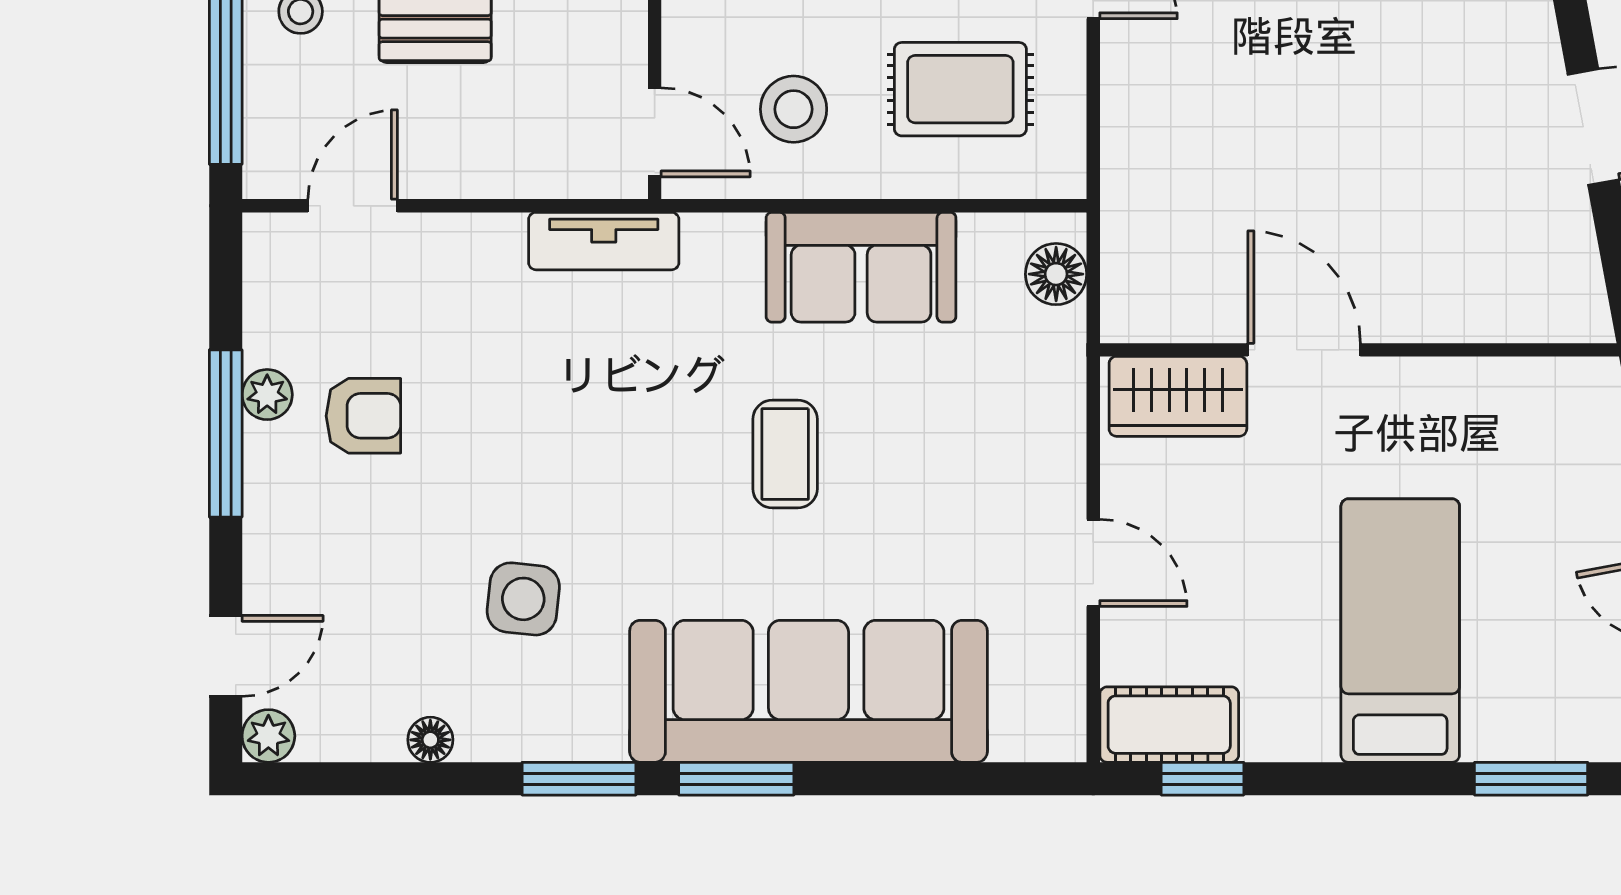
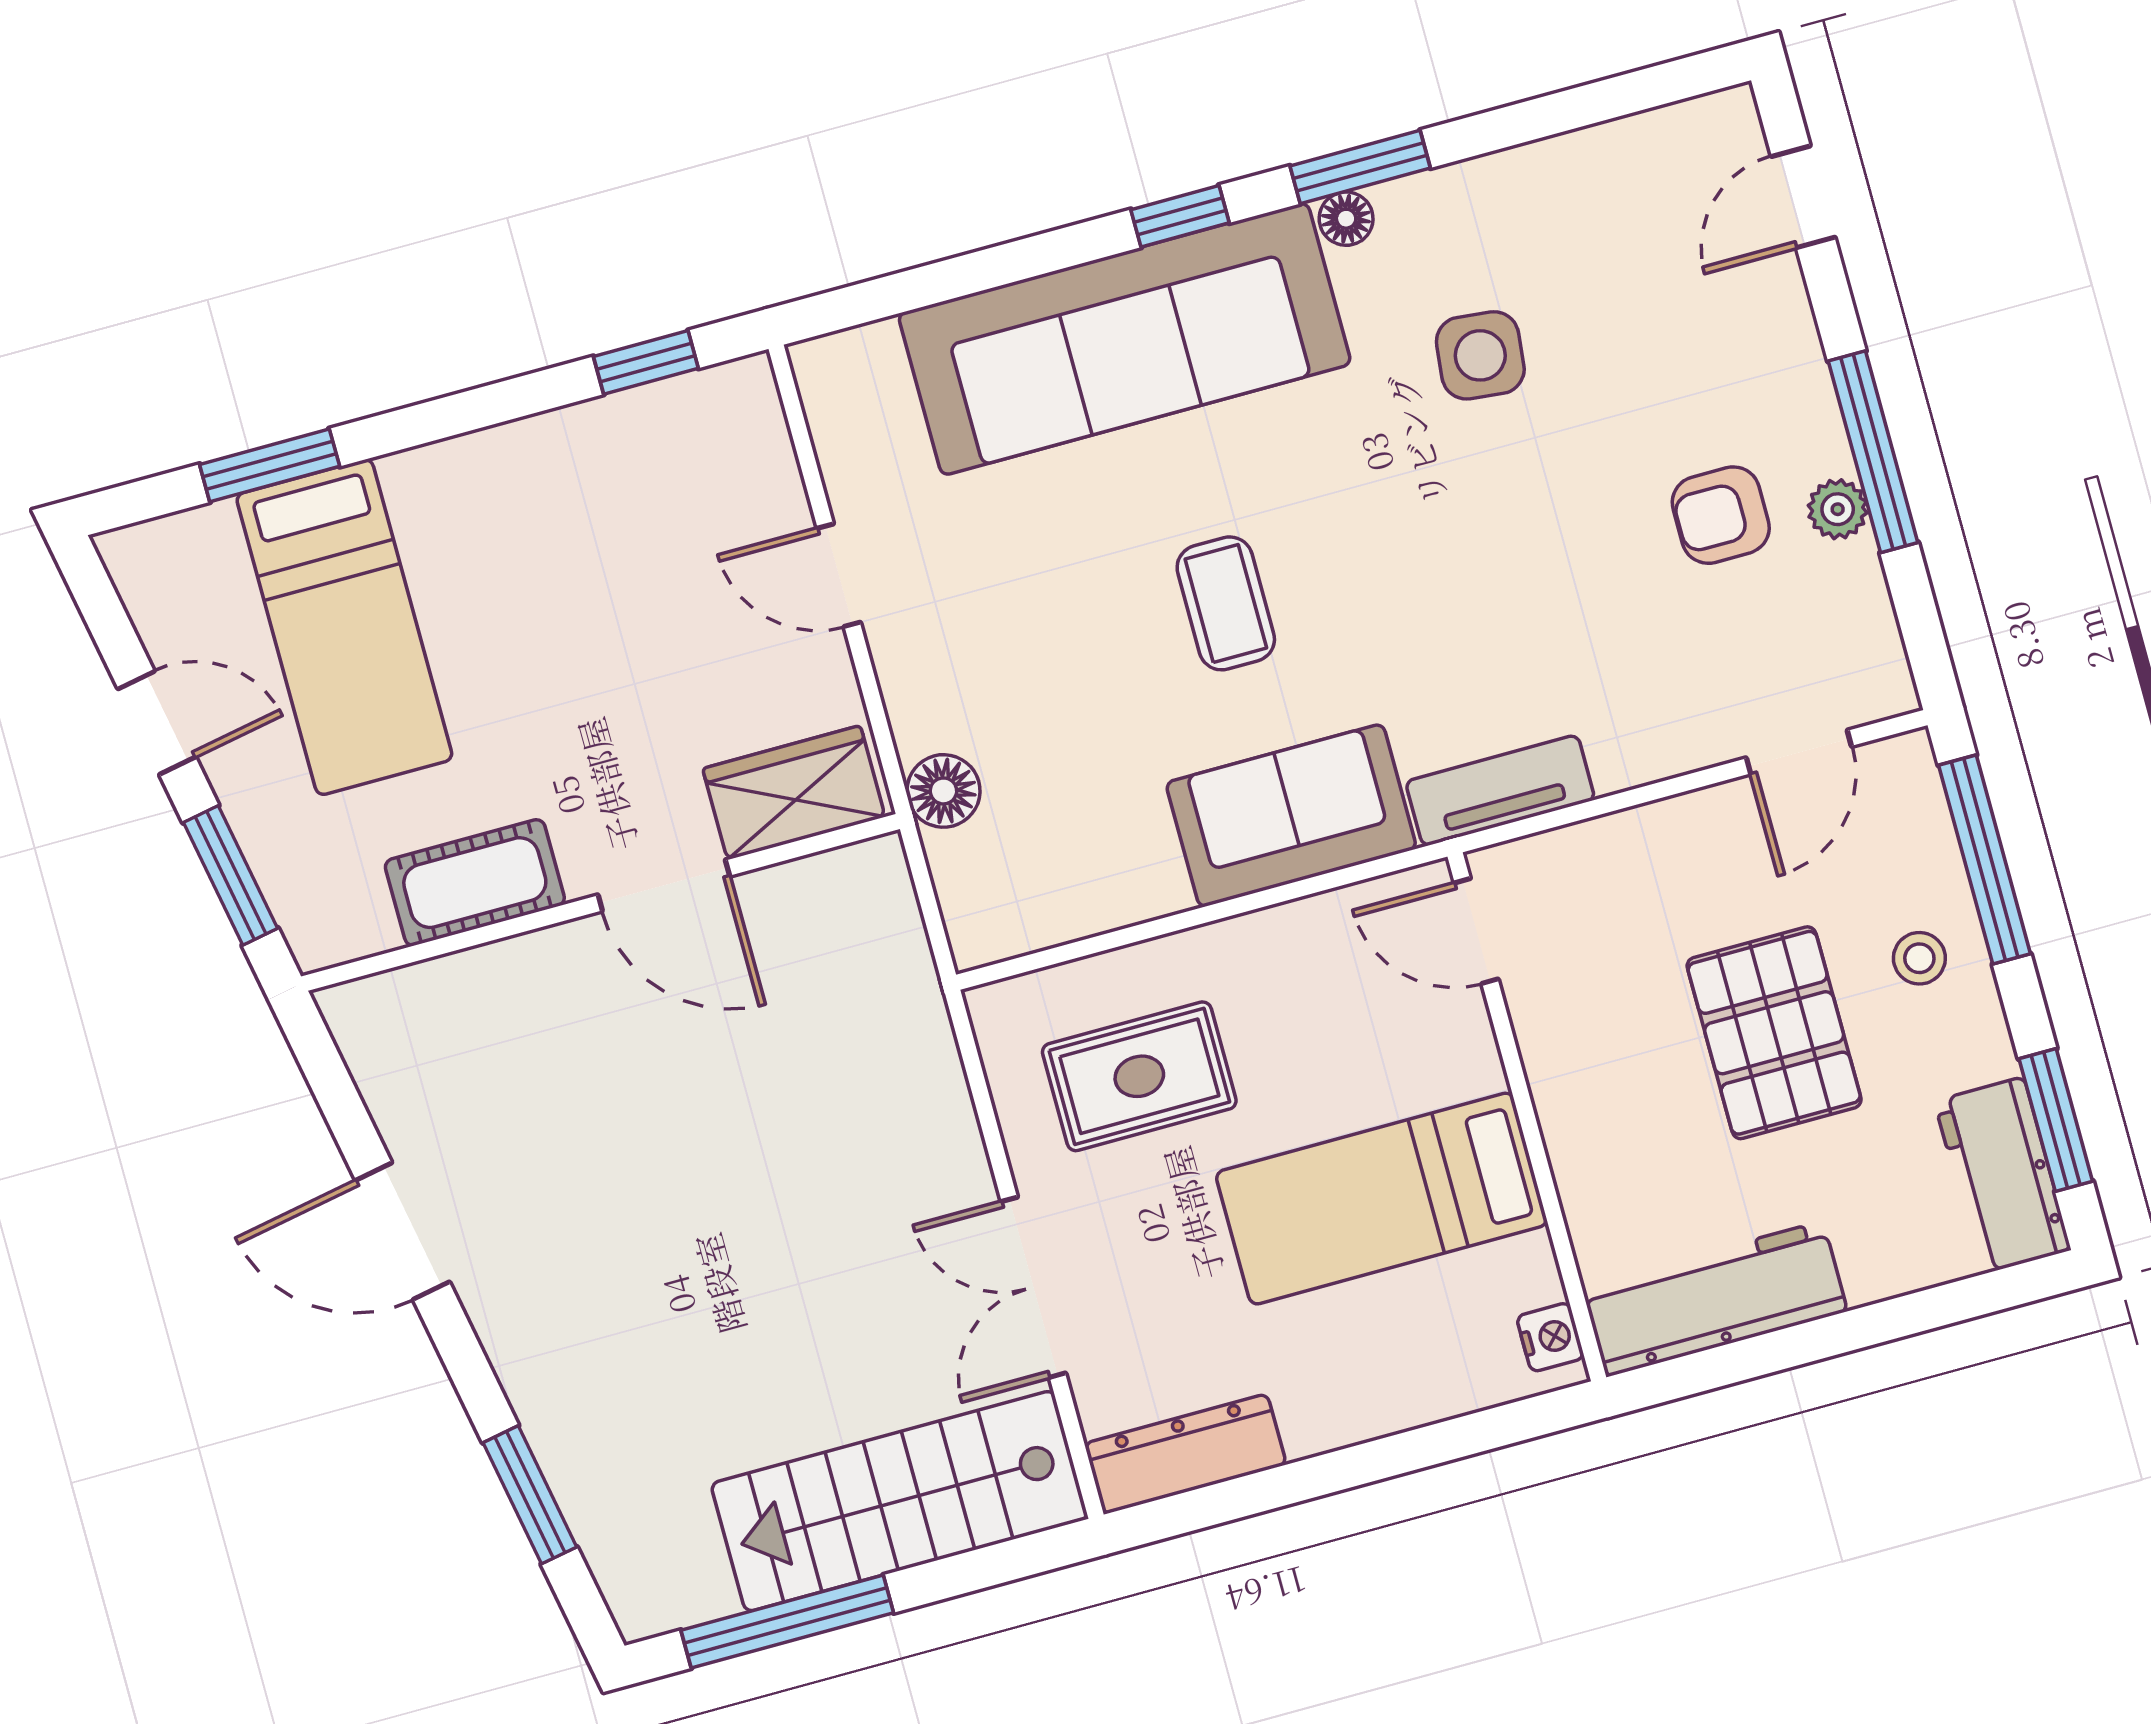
stool: (794, 109) -> (1324, 1001), removed
sofa: (861, 267) -> (1291, 816), moved
floor lamp: (1056, 274) -> (943, 791), moved
bed: (1400, 631) -> (344, 627), moved
cot: (1169, 725) -> (475, 883), moved
plant: (268, 736) -> (1729, 119), removed
floor lamp: (430, 740) -> (1346, 219), moved
window: (736, 779) -> (1180, 216), width x0.67

